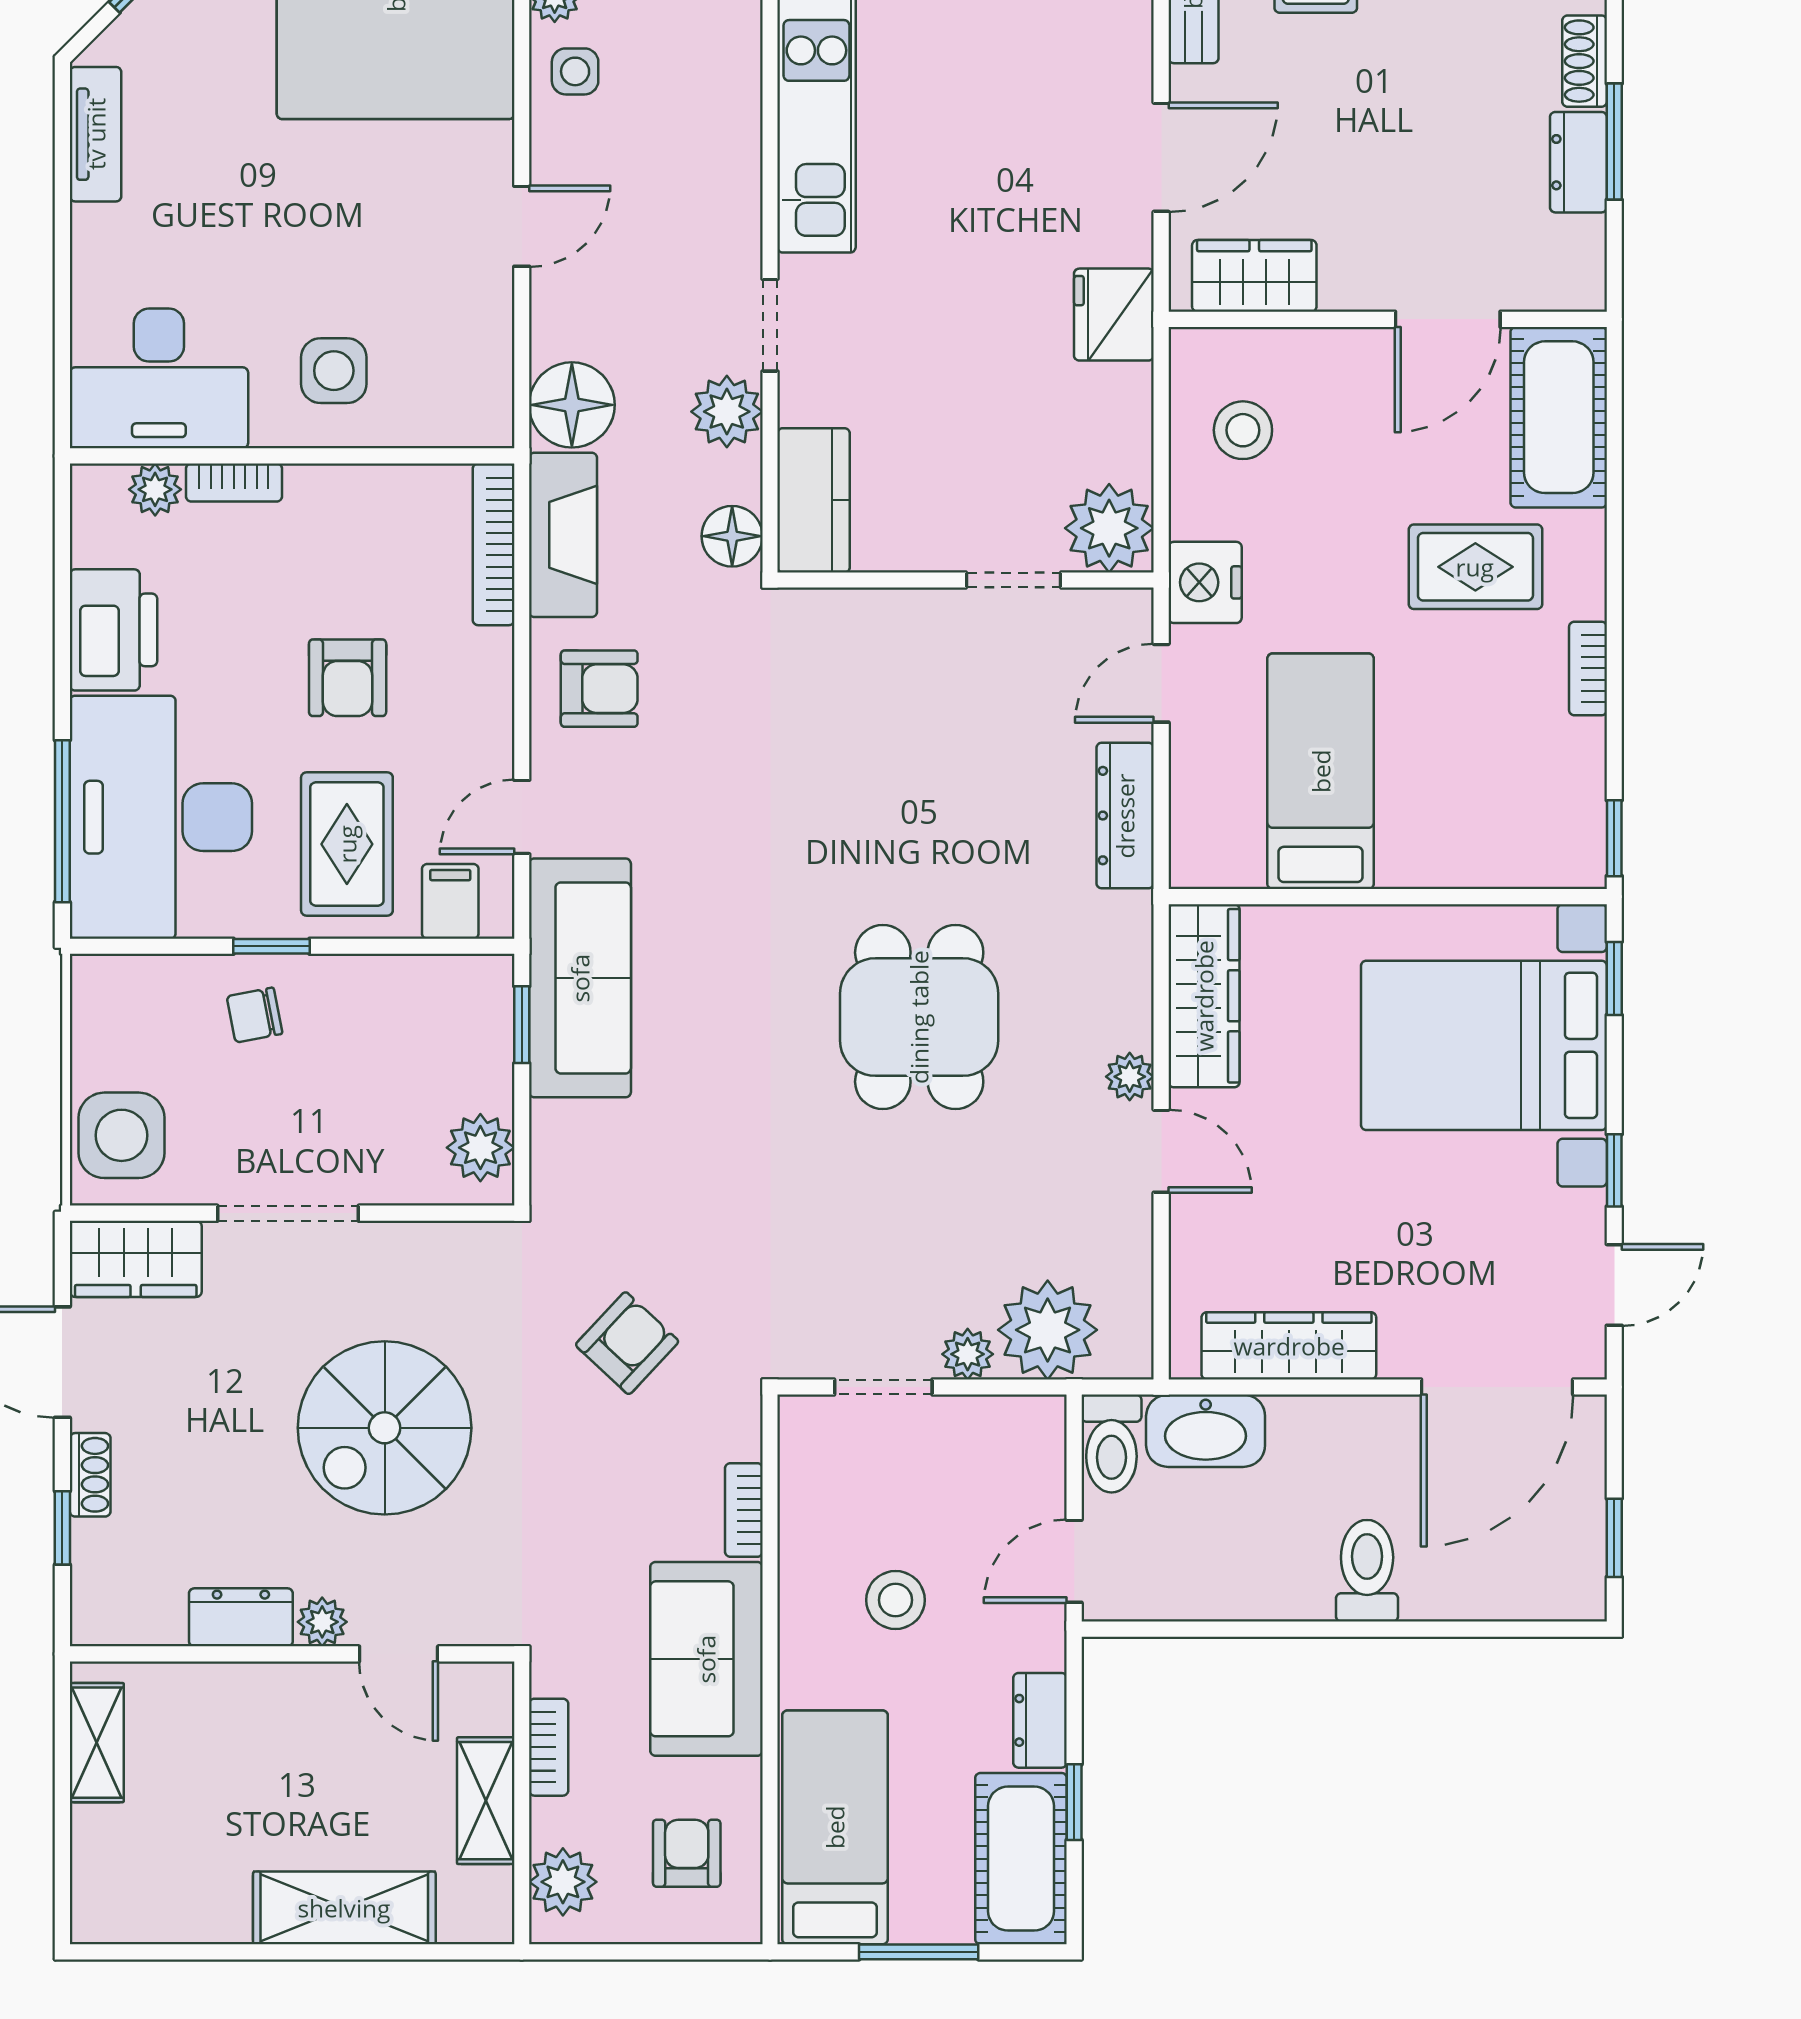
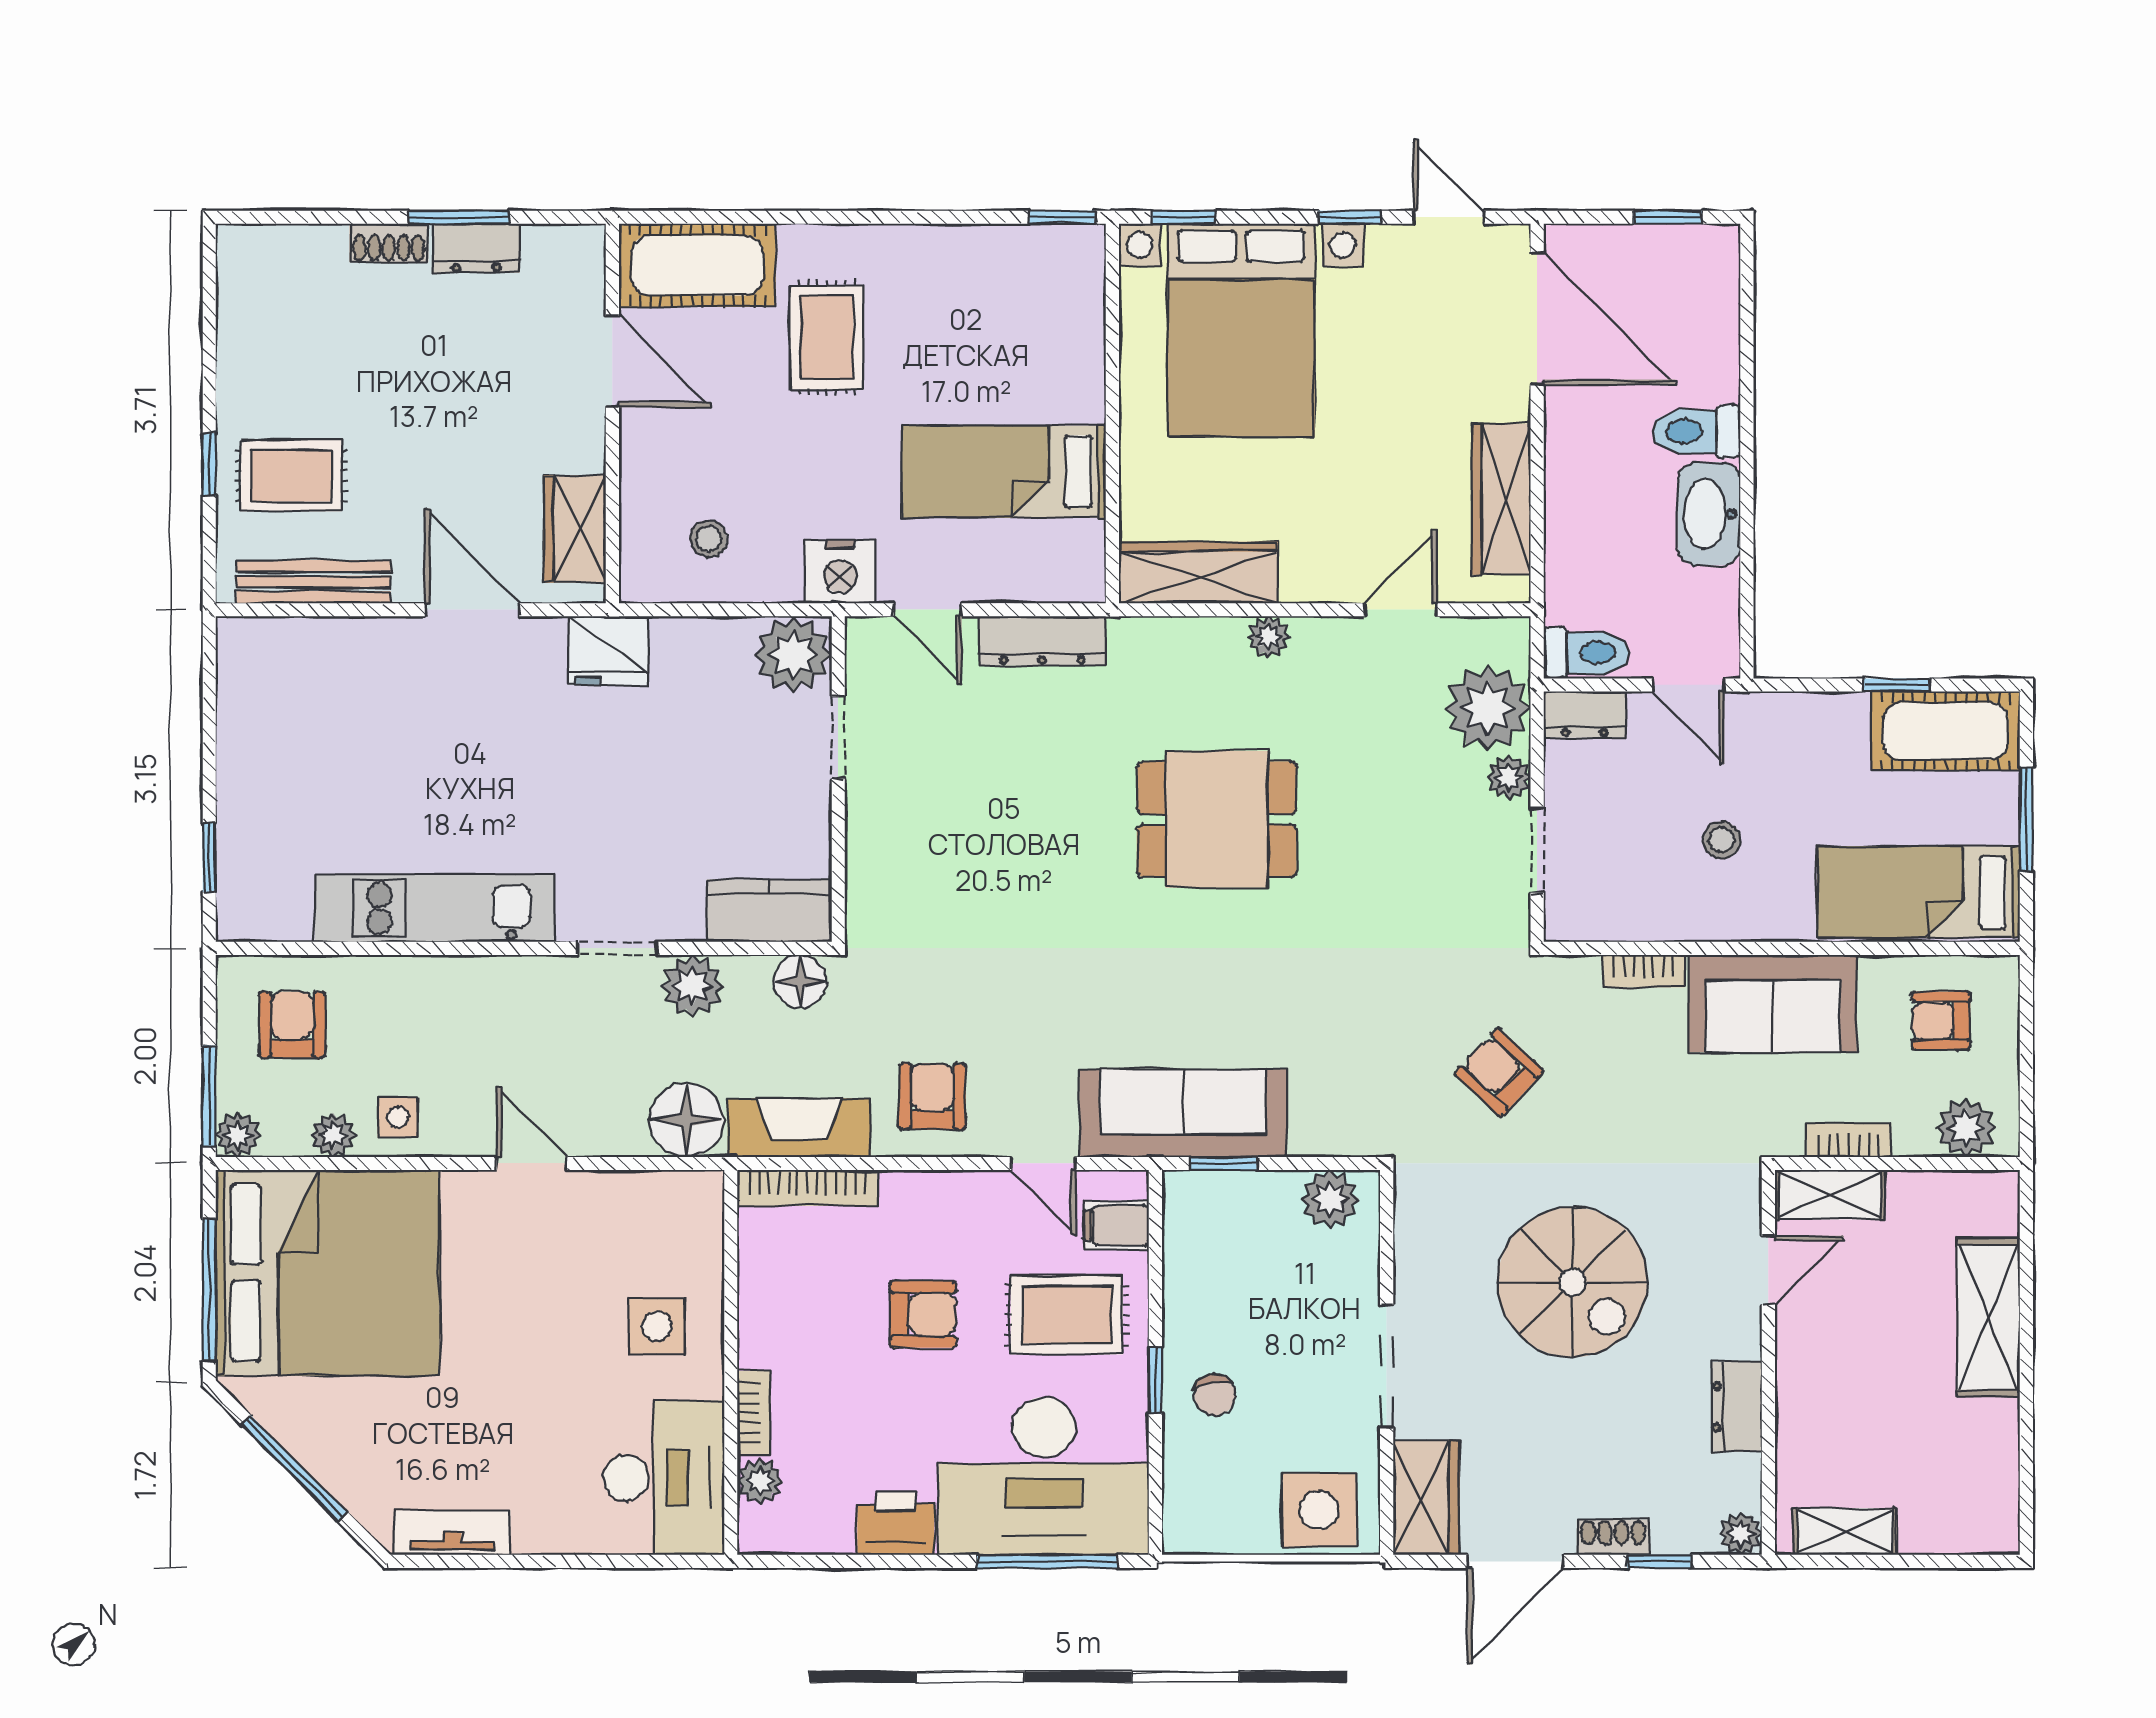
stool: (1243, 430) -> (708, 539), width x0.73, depth x0.73
printer: (113, 630) -> (896, 1523), width x0.73, depth x0.84
bookcase: (1588, 668) -> (915, 240), removed
door: (1161, 1151) -> (1401, 610), moved
washbasin: (1206, 1431) -> (1709, 514), moved, turned 180
stool: (896, 1600) -> (1722, 840), width x0.73, depth x0.73
plant: (322, 1622) -> (1741, 1534), moved
dresser: (1040, 1720) -> (1585, 715), moved
shelving: (486, 1801) -> (1830, 1195), moved

